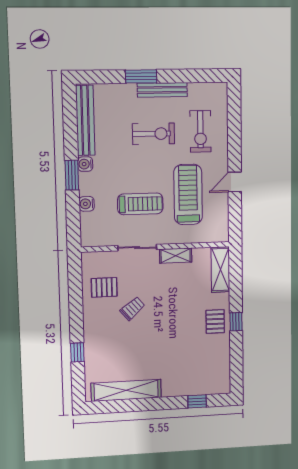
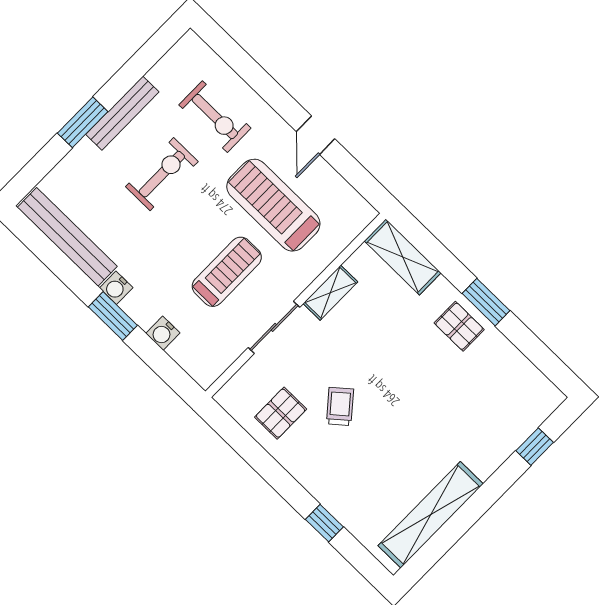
window: (236, 322) -> (486, 302), width x1.50

